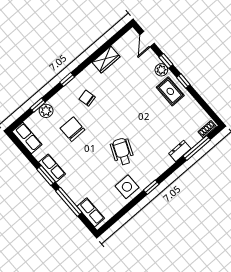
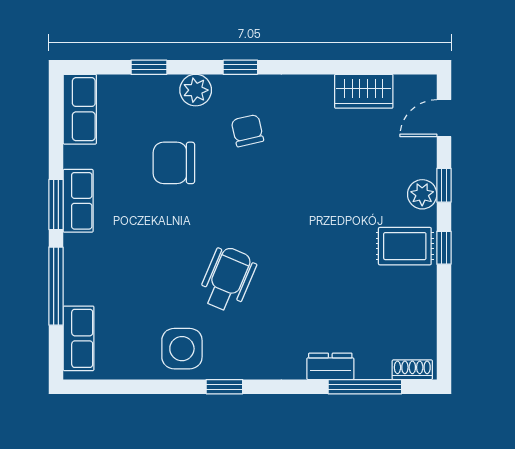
wardrobe: (106, 60) -> (364, 91), moved
rug: (170, 91) -> (405, 246), turned 90
plant: (46, 111) -> (196, 90), moved
chair: (72, 129) -> (174, 163), turned -90

